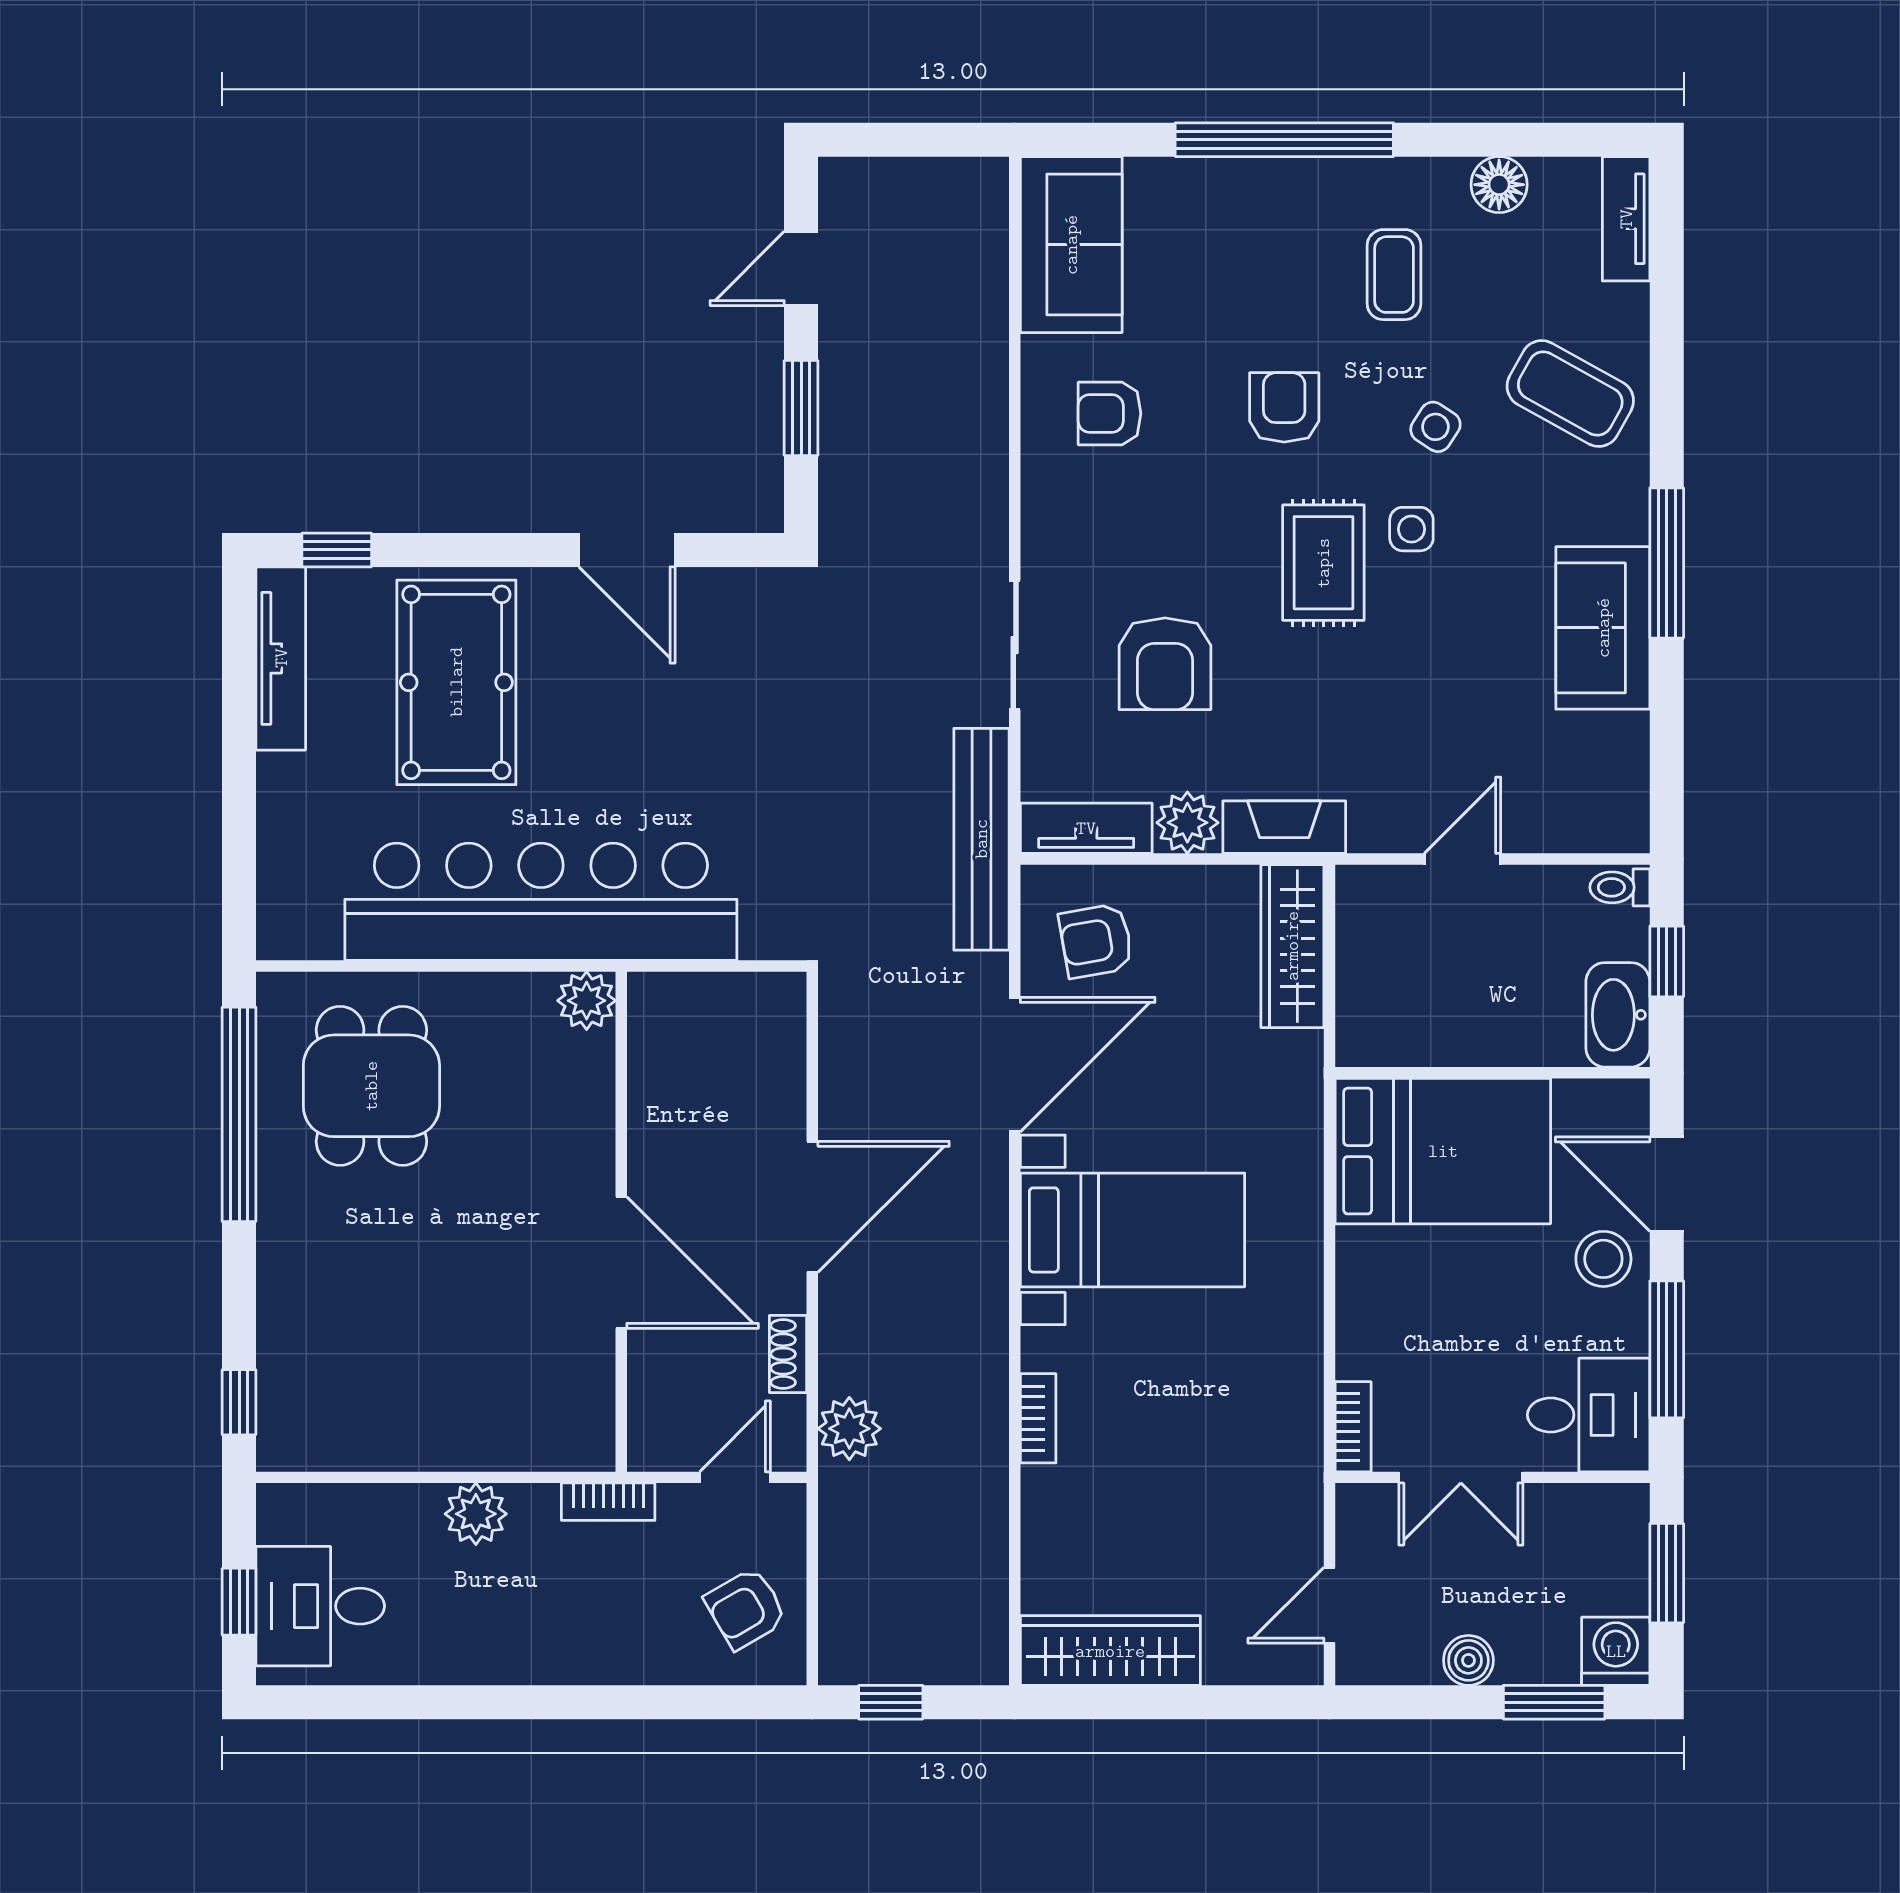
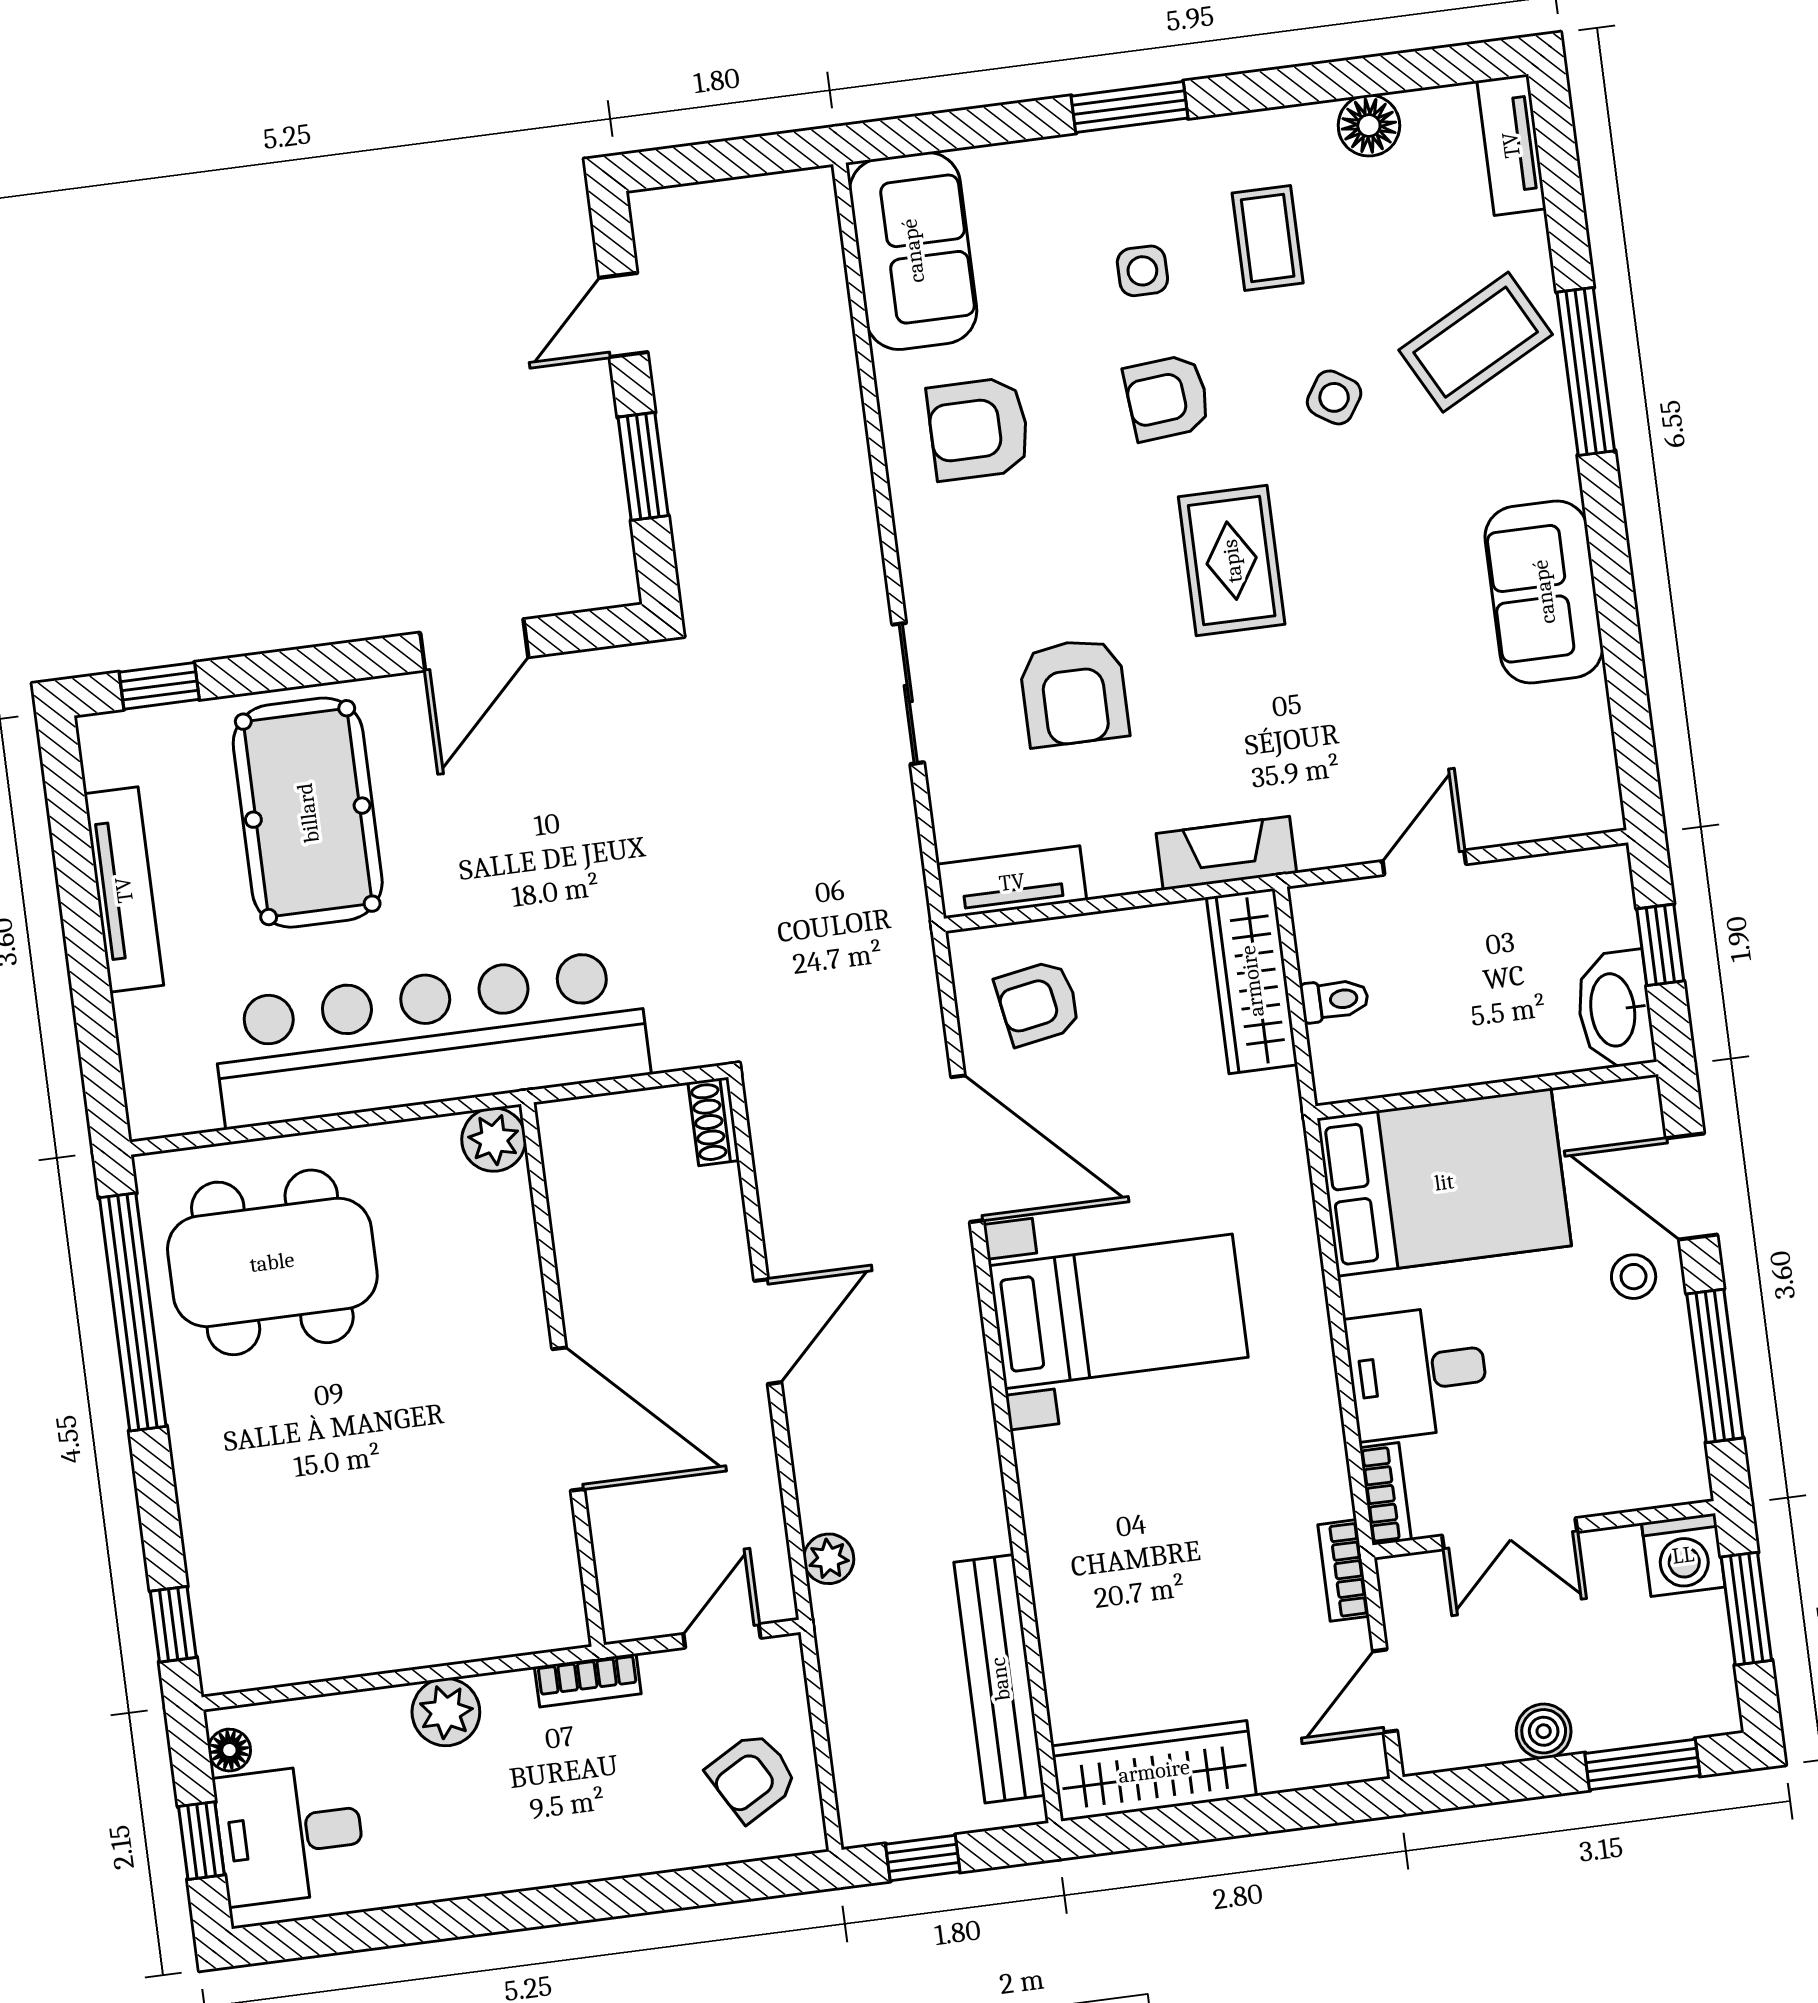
window: (1284, 140) -> (1130, 107), width x0.47
coffee table: (1570, 393) -> (1476, 342), turned -57
armchair: (1284, 407) -> (1167, 398), turned -95
armchair: (1110, 413) -> (978, 429), width x1.38, depth x1.38
side table: (1411, 529) -> (1142, 271), moved
door: (627, 550) -> (474, 645), hinge flipped
window: (1667, 563) -> (1586, 371), moved
tv unit: (281, 658) -> (124, 890), moved
plant: (1187, 823) -> (1121, 862), removed
bench: (981, 839) -> (1000, 1679), moved
toilet: (1620, 887) -> (1335, 1000), moved, turned 180
door: (1015, 1065) -> (967, 1149), hinge flipped
dining table: (371, 1086) -> (272, 1262), width x1.38
door: (812, 1207) -> (768, 1332), width x0.73
stool: (1603, 1259) -> (1634, 1277), width x0.73, depth x0.73
shoe rack: (788, 1354) -> (714, 1121), moved
desk: (1589, 1415) -> (1417, 1372), moved, turned 180
bookcase: (1038, 1418) -> (1344, 1570), moved, turned 180
plant: (849, 1429) -> (829, 1559), width x0.73, depth x0.73
floor lamp: (275, 1523) -> (229, 1750), added
washing machine: (1616, 1651) -> (1683, 1555), moved, turned 180

